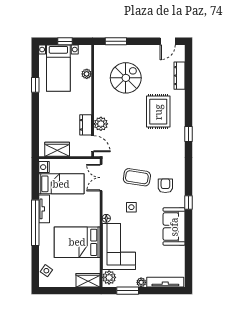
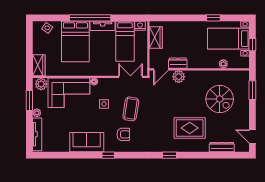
bed: (77, 242) -> (75, 41), moved, turned 180

